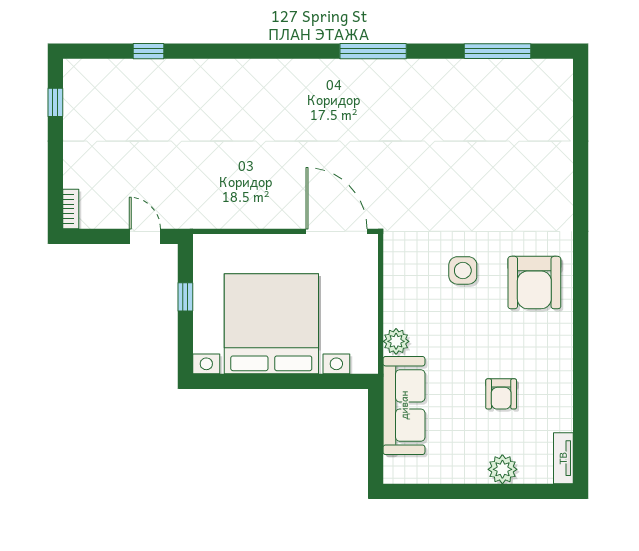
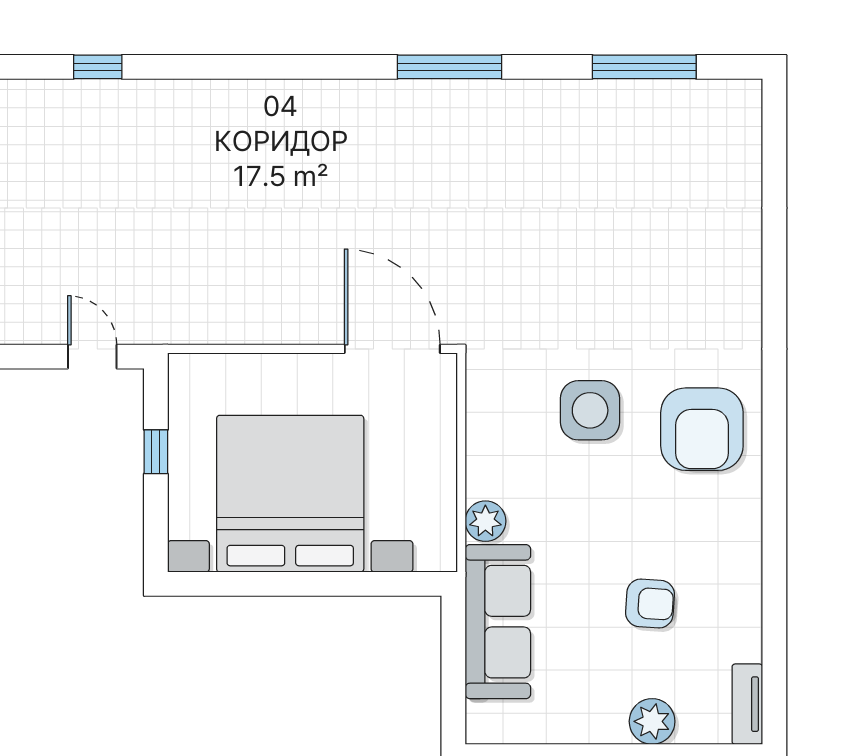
side table: (463, 270) -> (590, 410), width x1.37, depth x1.37
armchair: (501, 394) -> (650, 604), turned -86

